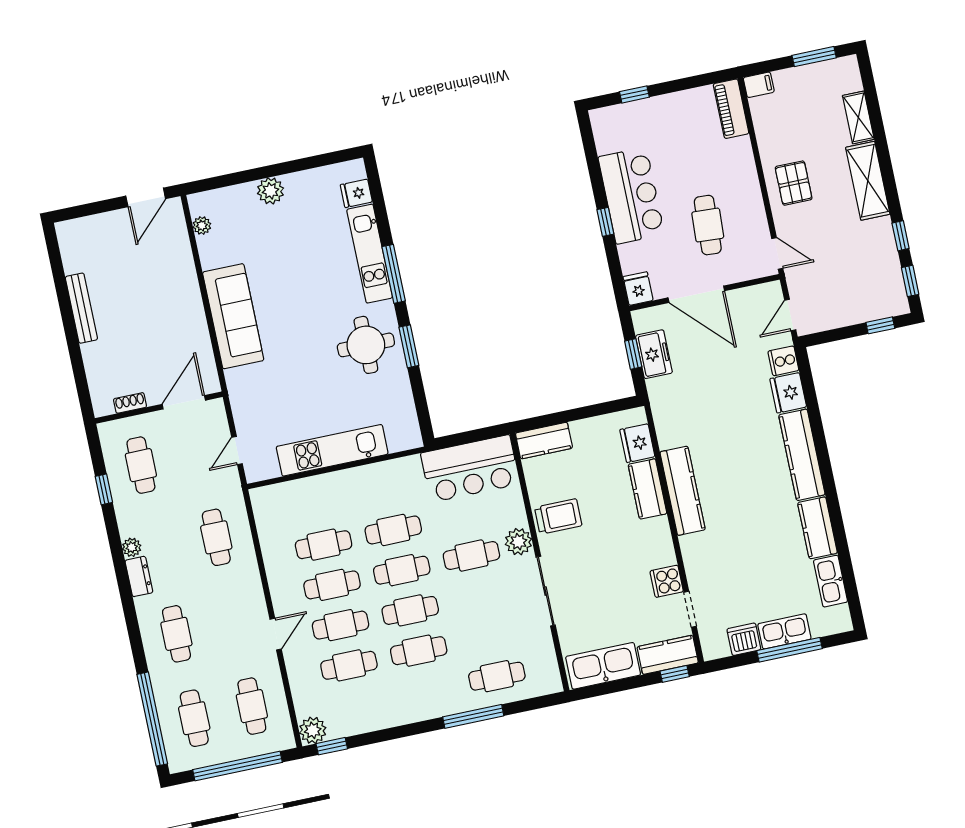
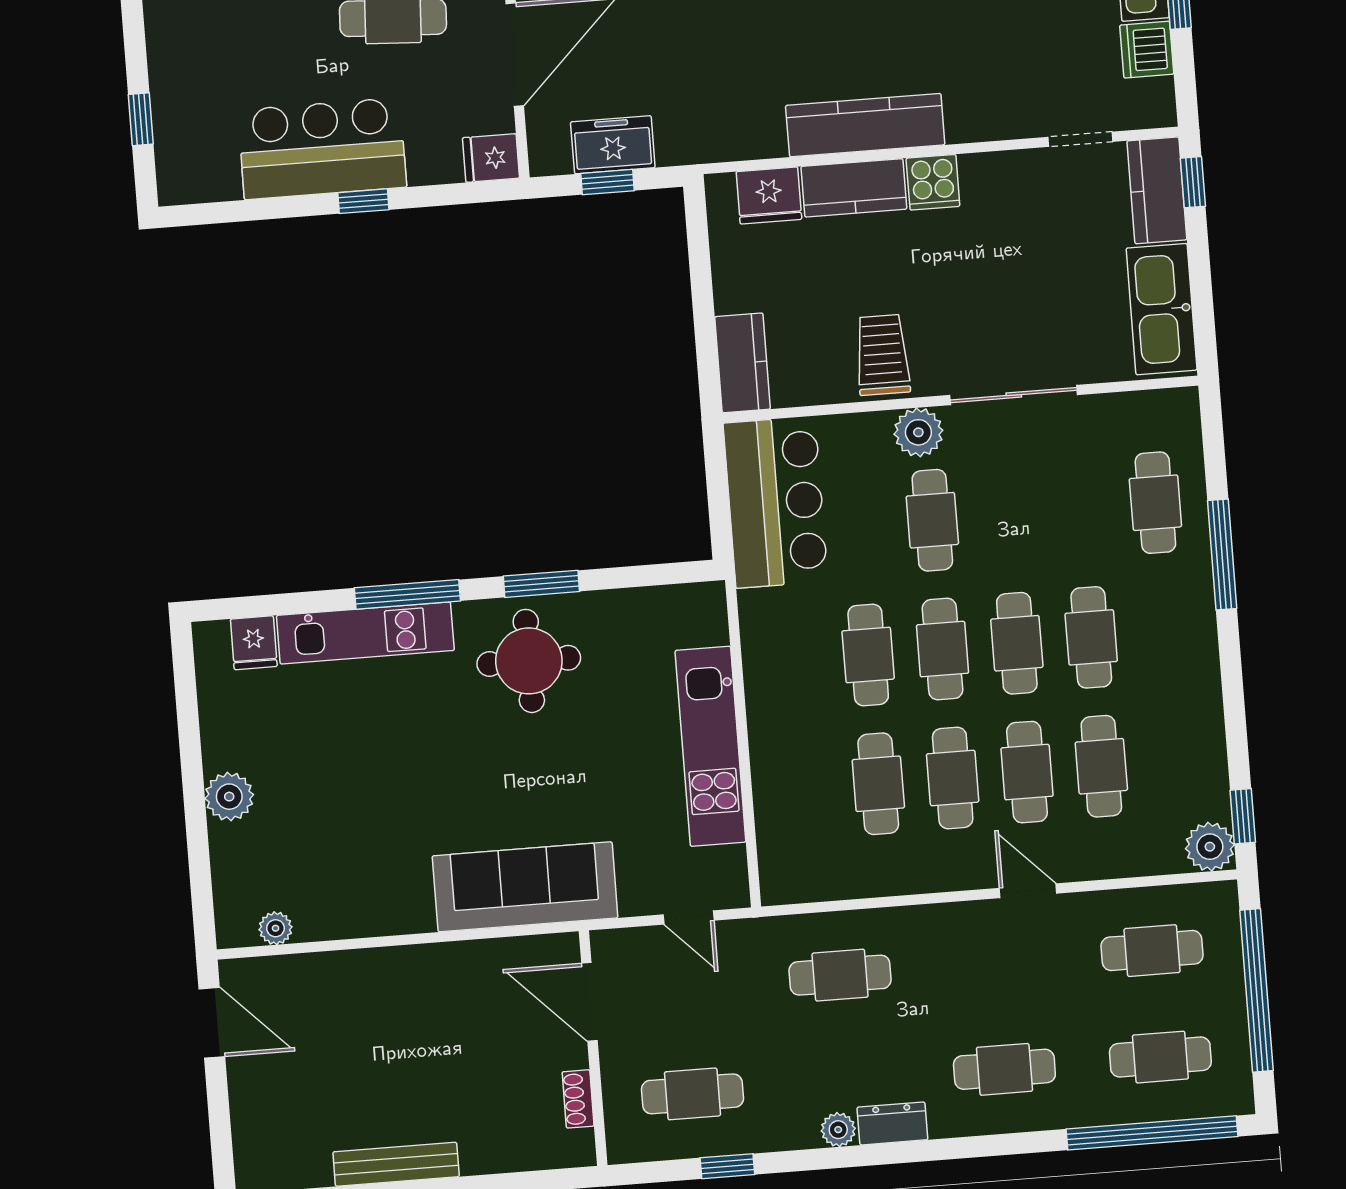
sofa: (233, 316) -> (525, 887), moved
cooker: (667, 581) -> (933, 182), moved

